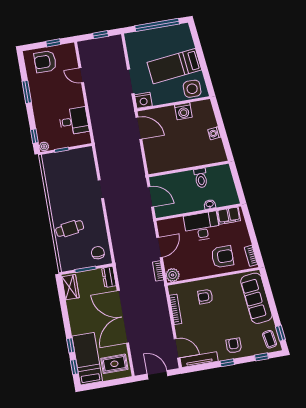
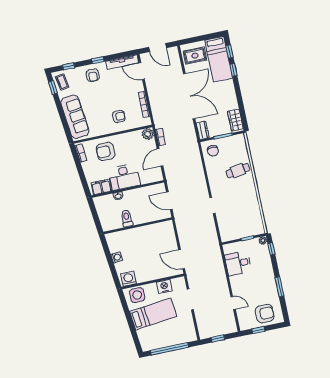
nightstand: (143, 100) -> (164, 286), moved
washing machine: (183, 111) -> (128, 279), moved

